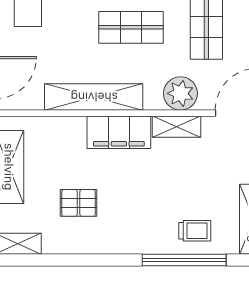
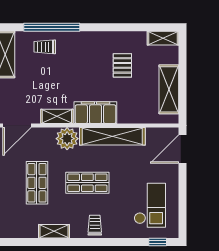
plant: (180, 93) -> (67, 139), moved
pallet: (79, 203) -> (122, 65), turned 90

